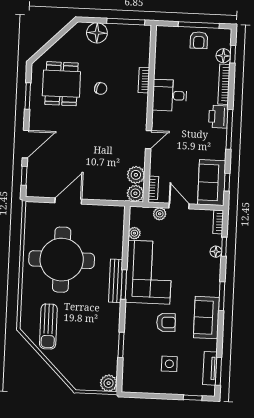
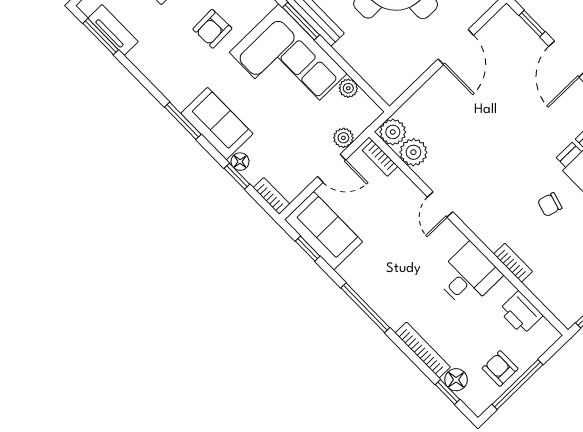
printer: (218, 117) -> (521, 313), moved, turned 180
sofa: (206, 318) -> (217, 124), moved

